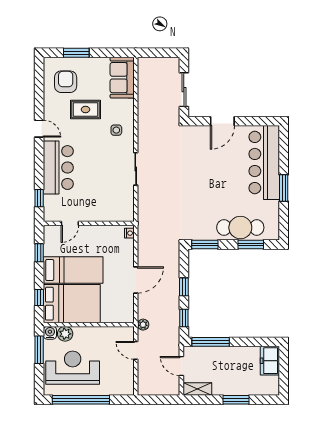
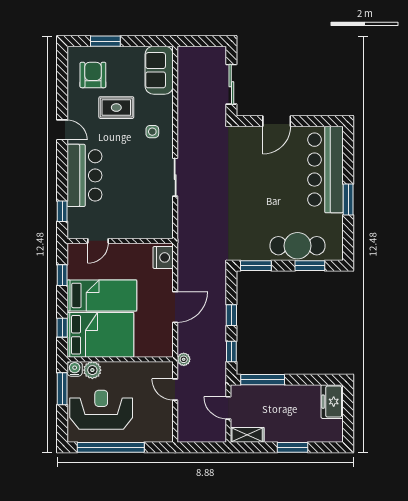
nightstand: (129, 233) -> (163, 257), width x1.89, depth x1.79

